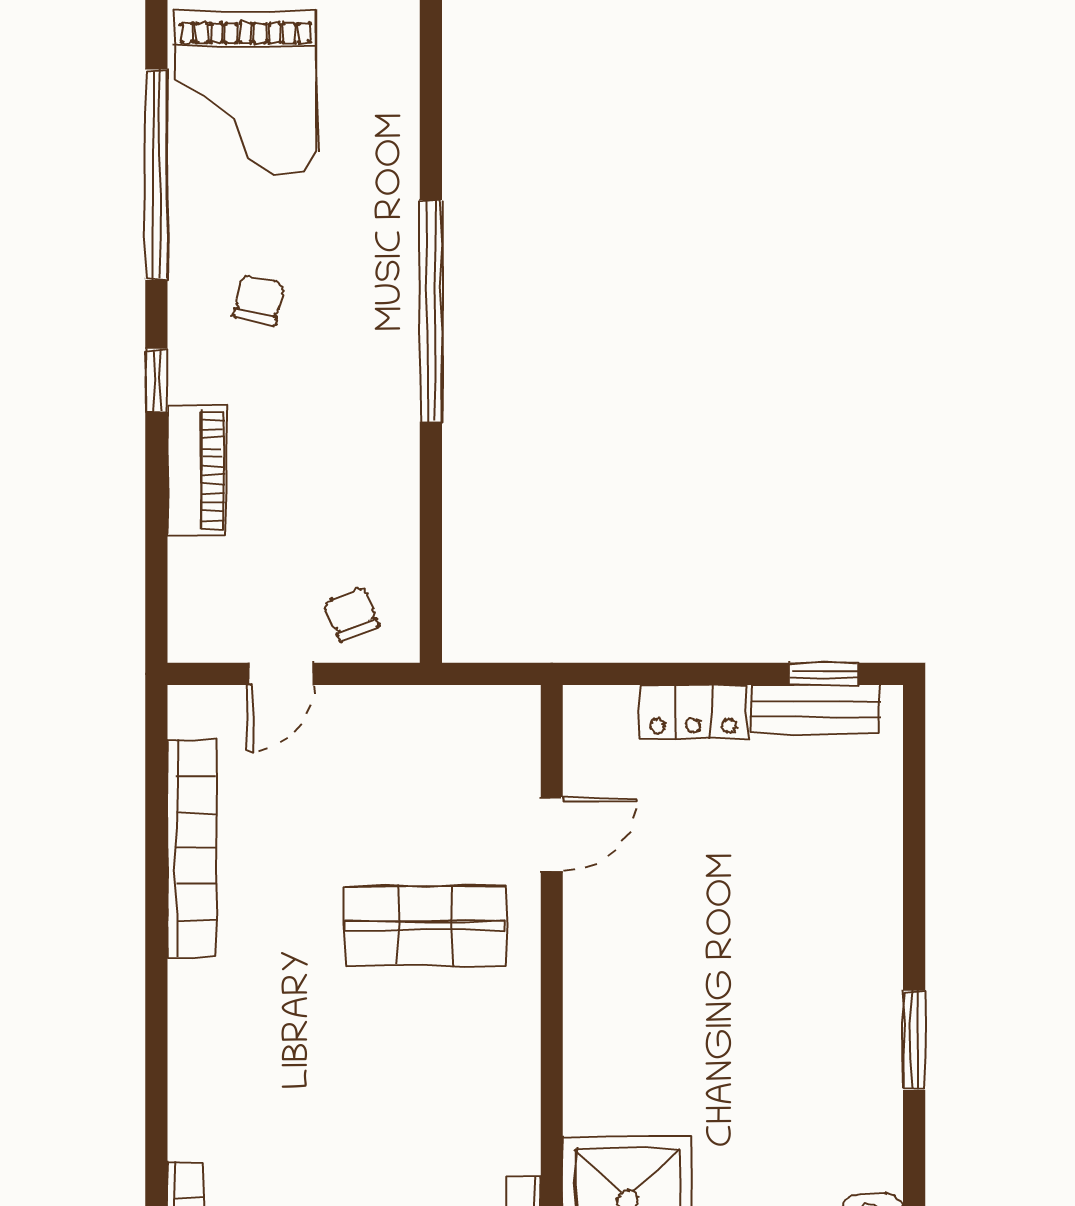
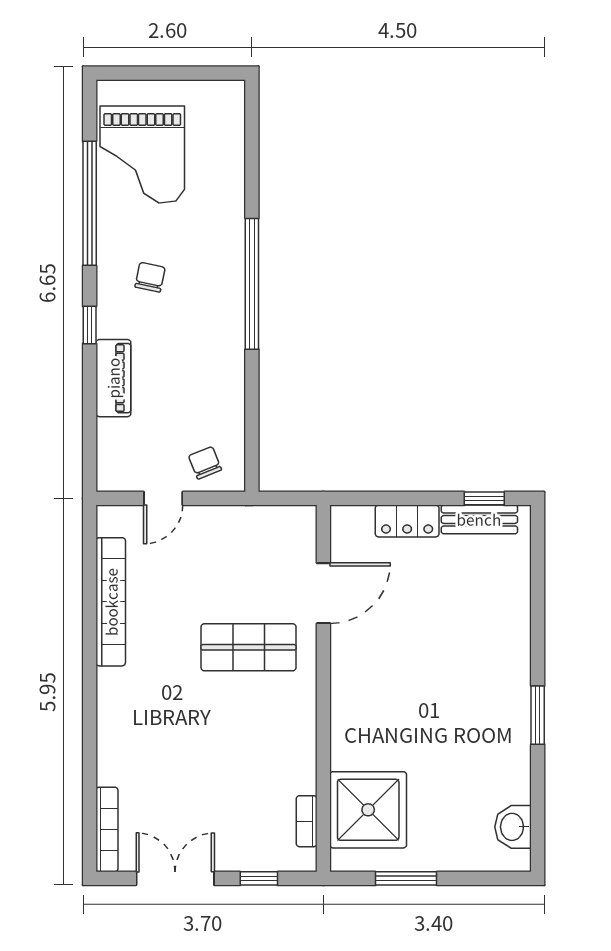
door: (552, 834) -> (323, 593), width x1.38

